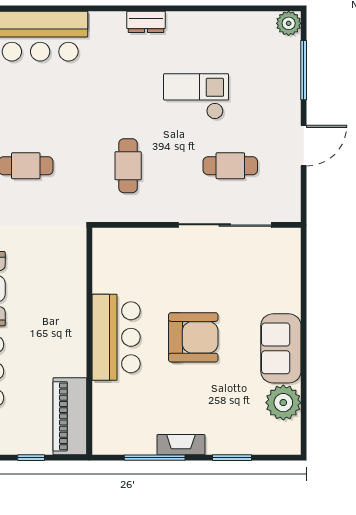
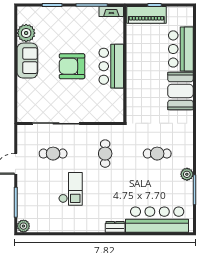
dresser: (146, 22) -> (115, 227), moved
checkout: (196, 96) -> (71, 189), turned -90
piano: (70, 416) -> (146, 15), moved, turned 90
fireplace: (181, 445) -> (111, 12), moved

